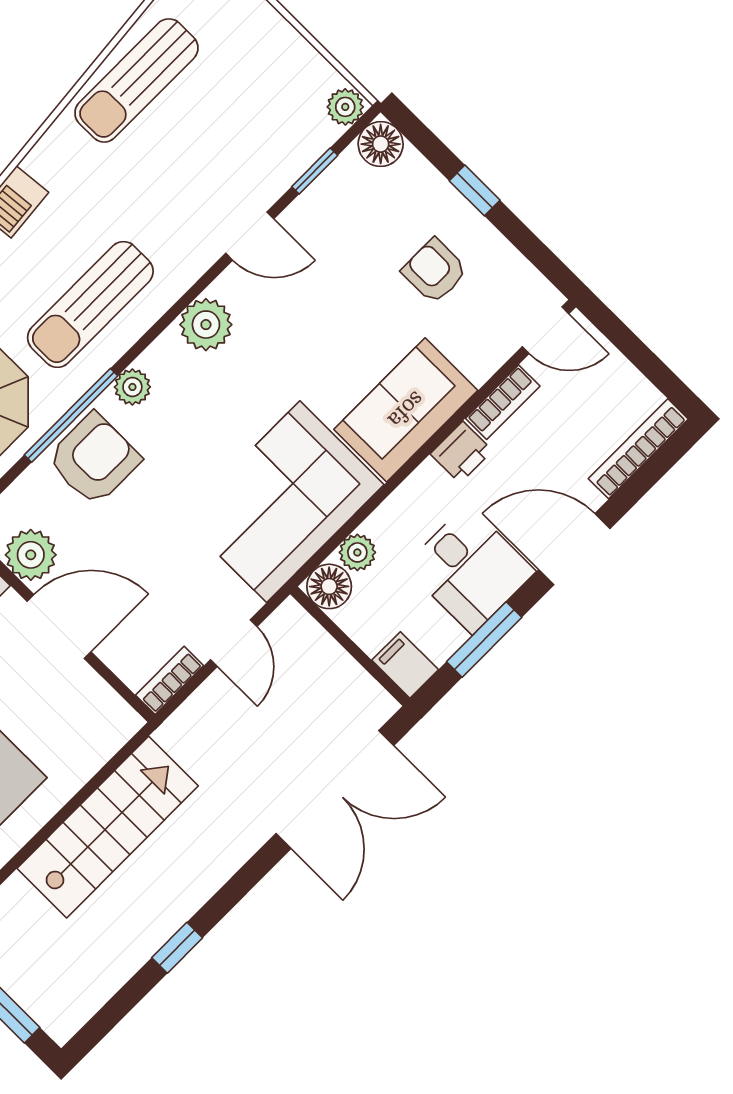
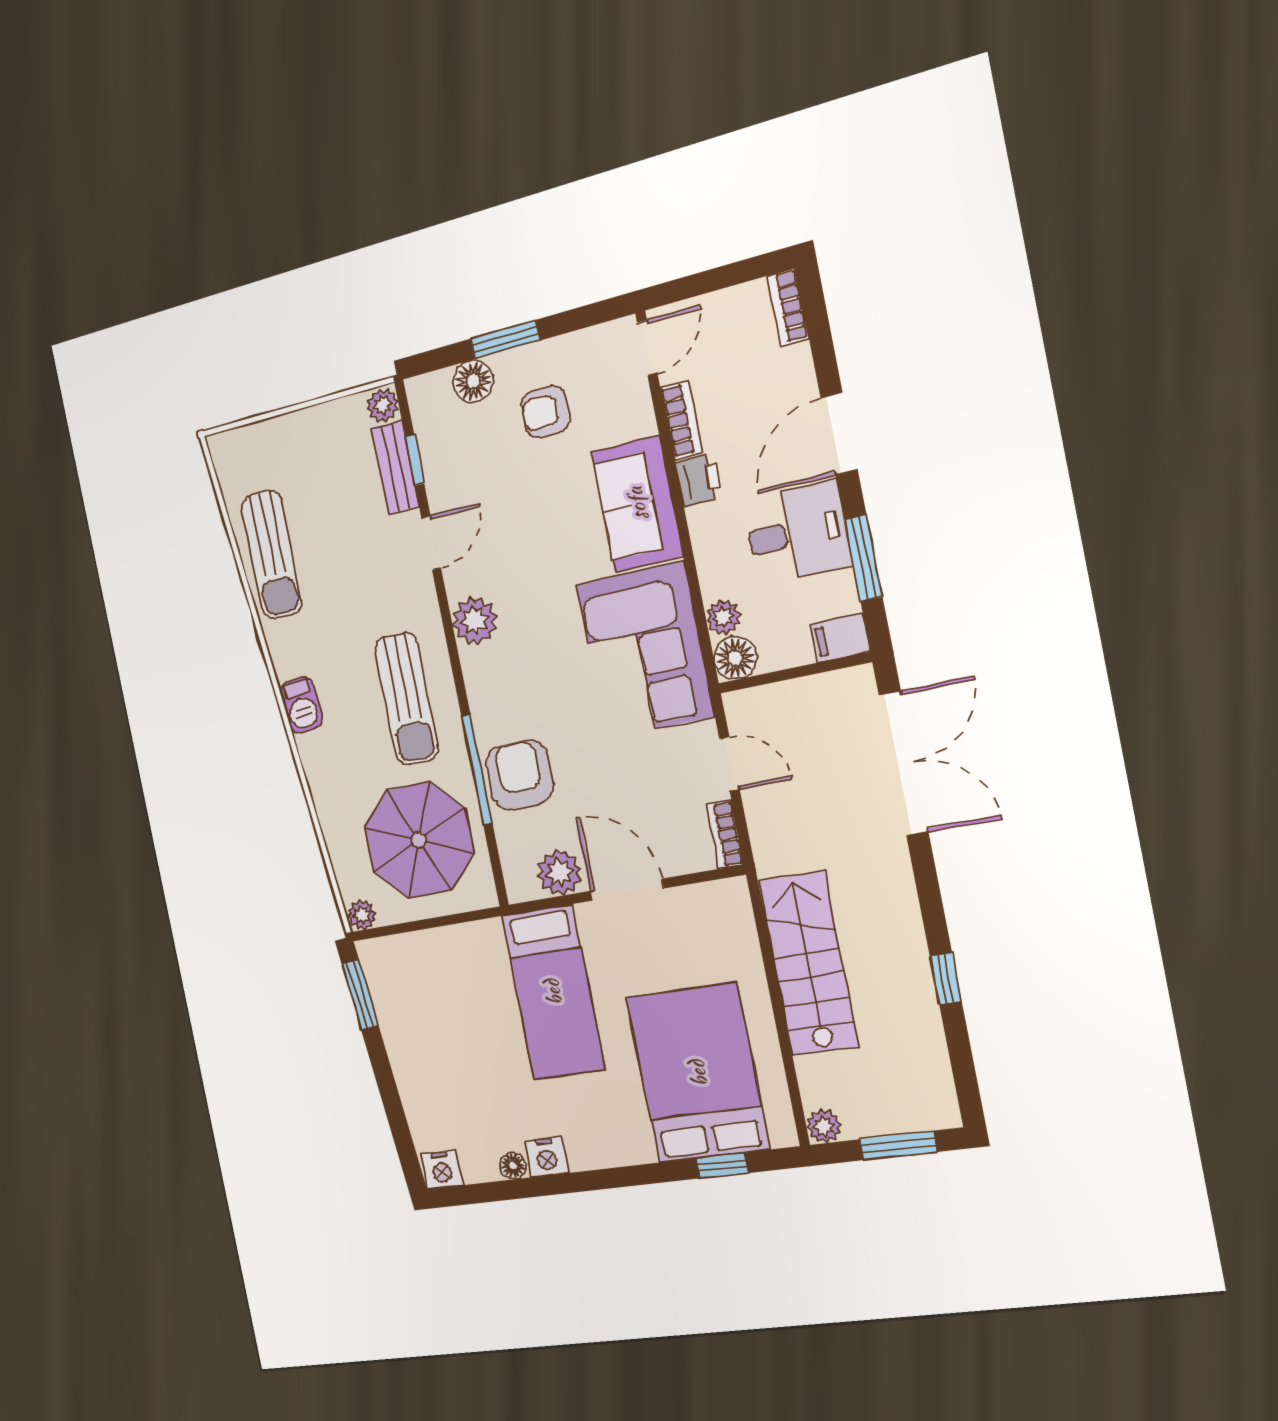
floor lamp: (381, 144) -> (473, 381), moved
bench: (296, 156) -> (395, 468), added
window: (475, 190) -> (505, 340), width x1.50
plant: (132, 387) -> (485, 709), removed
bookcase: (638, 449) -> (788, 307), width x0.64
door: (59, 626) -> (627, 890), hinge flipped

